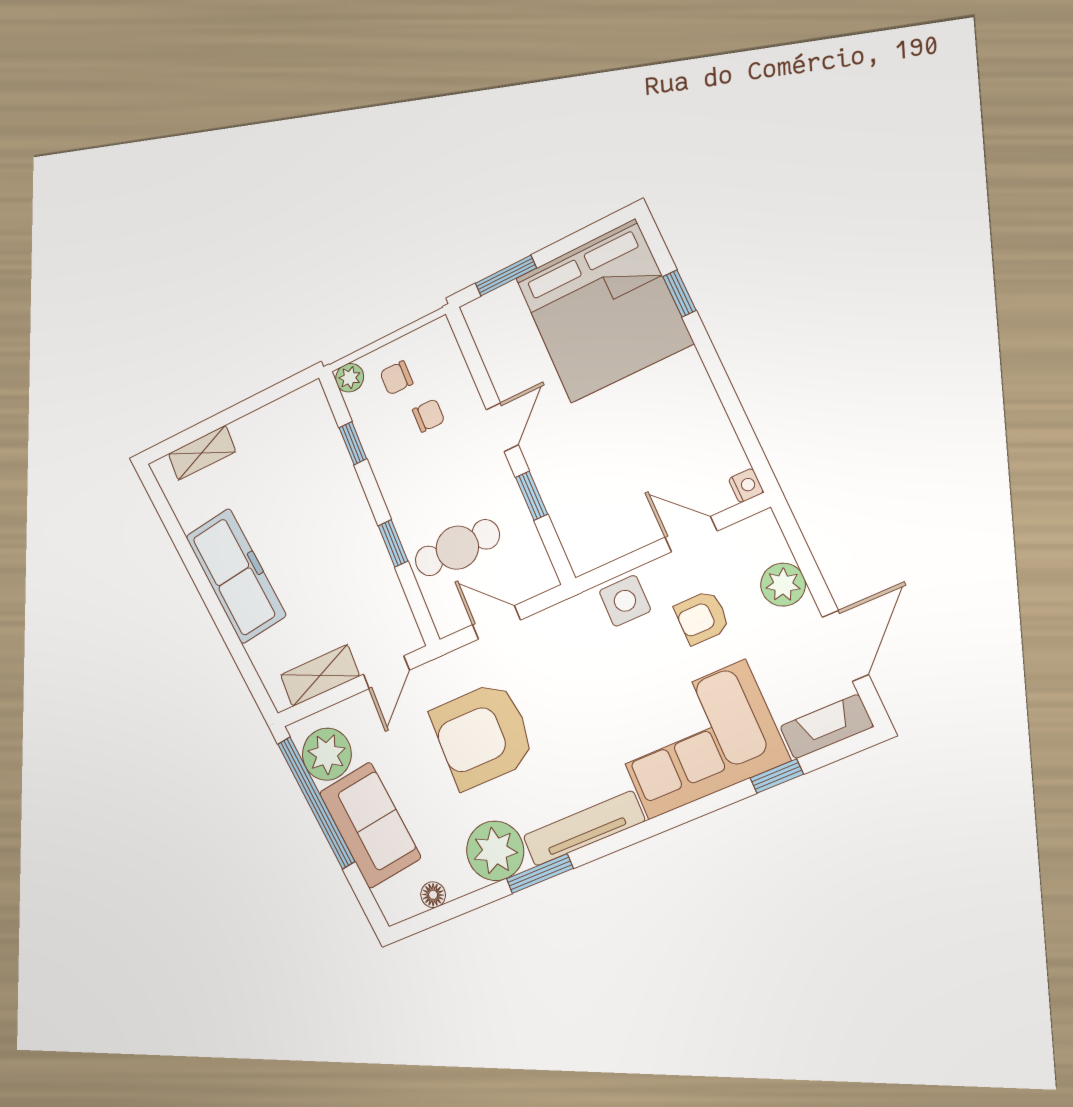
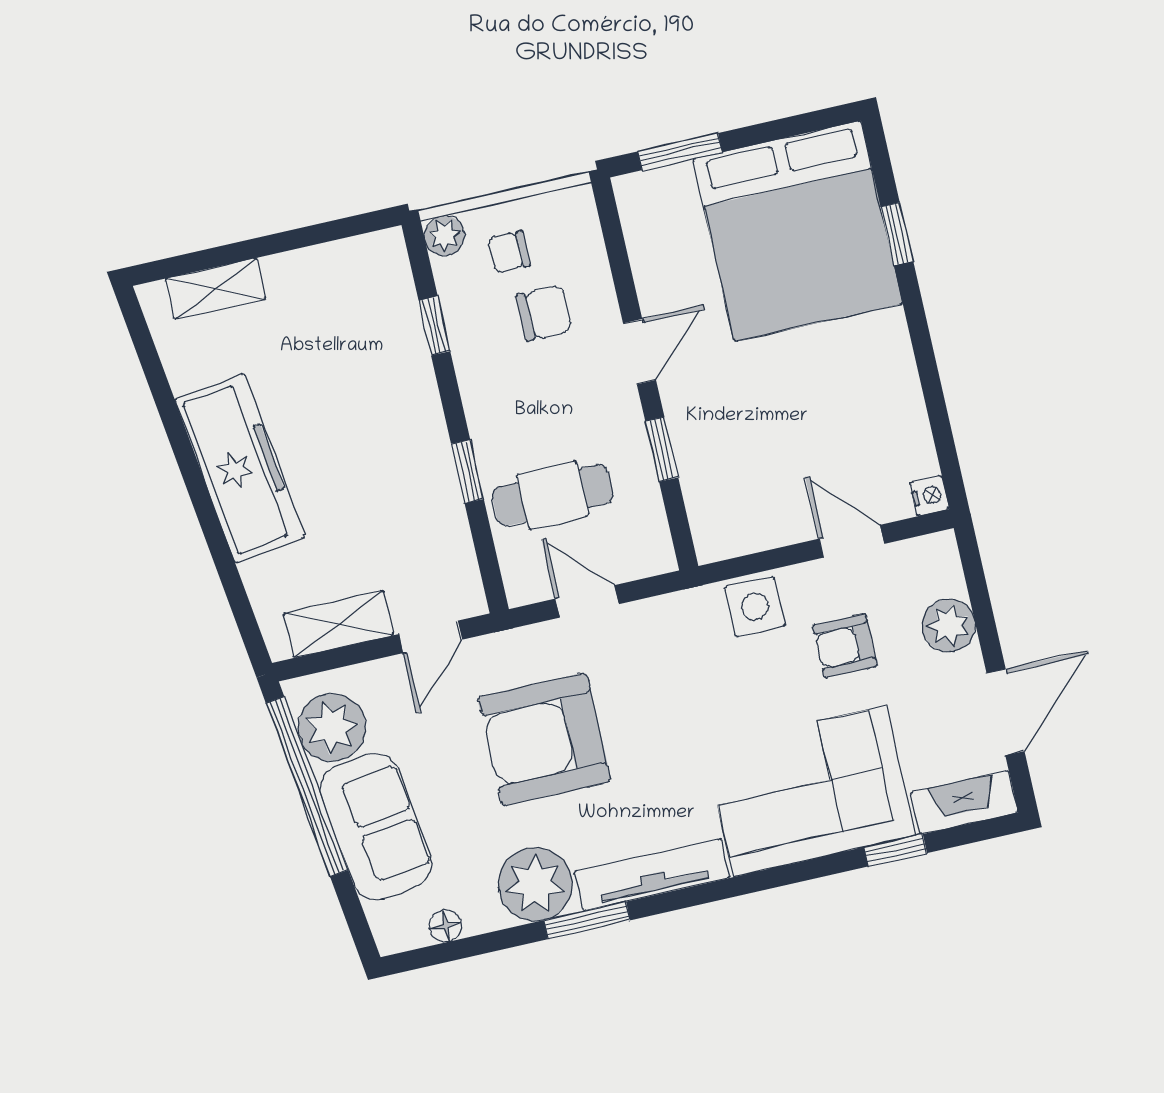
chair: (428, 415) -> (544, 313), width x1.37, depth x1.37

